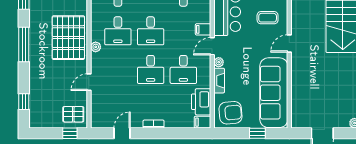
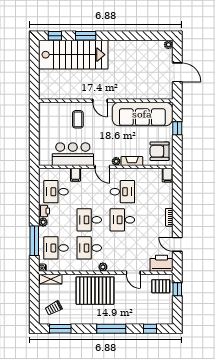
filing cabinet: (203, 29) -> (75, 175), moved
desk: (118, 31) -> (89, 248), turned 180
desk: (151, 31) -> (89, 220), turned 180
window: (24, 45) -> (111, 329), moved
desk: (151, 69) -> (122, 220), turned 180
printer: (201, 102) -> (161, 263), moved, turned 180
armchair: (231, 113) -> (160, 151), turned -85
pallet: (73, 114) -> (161, 286), turned 90

